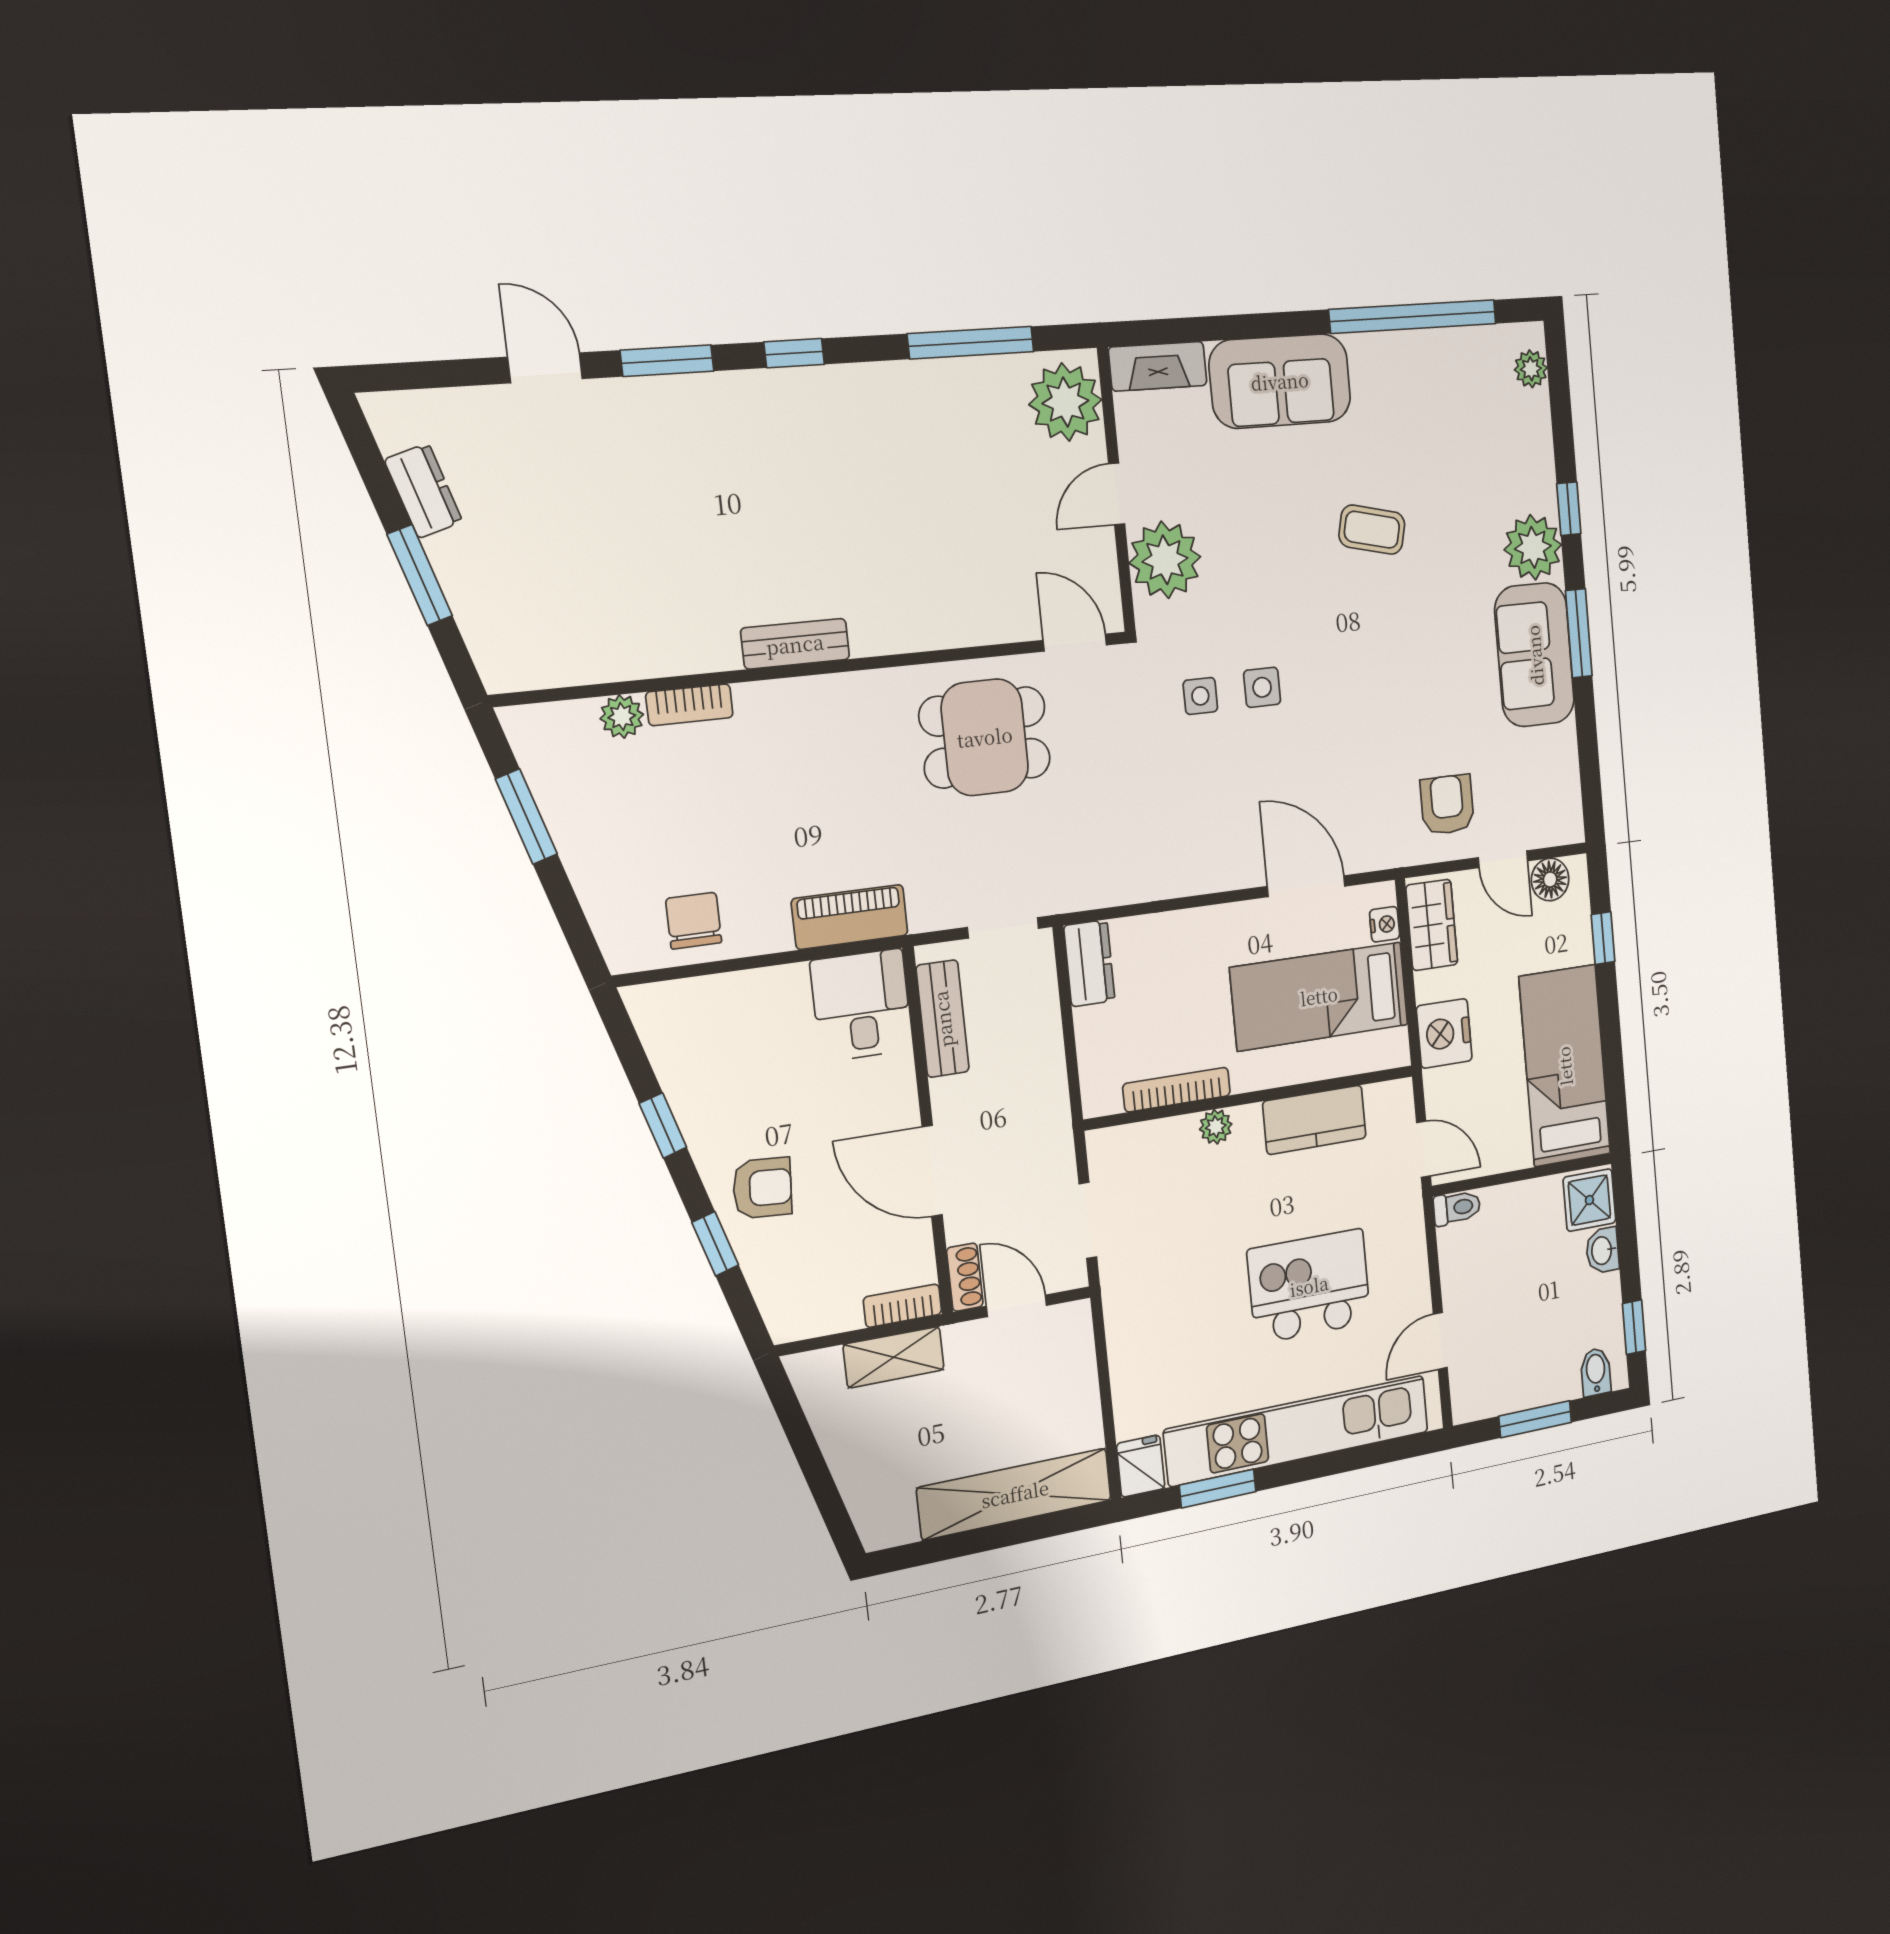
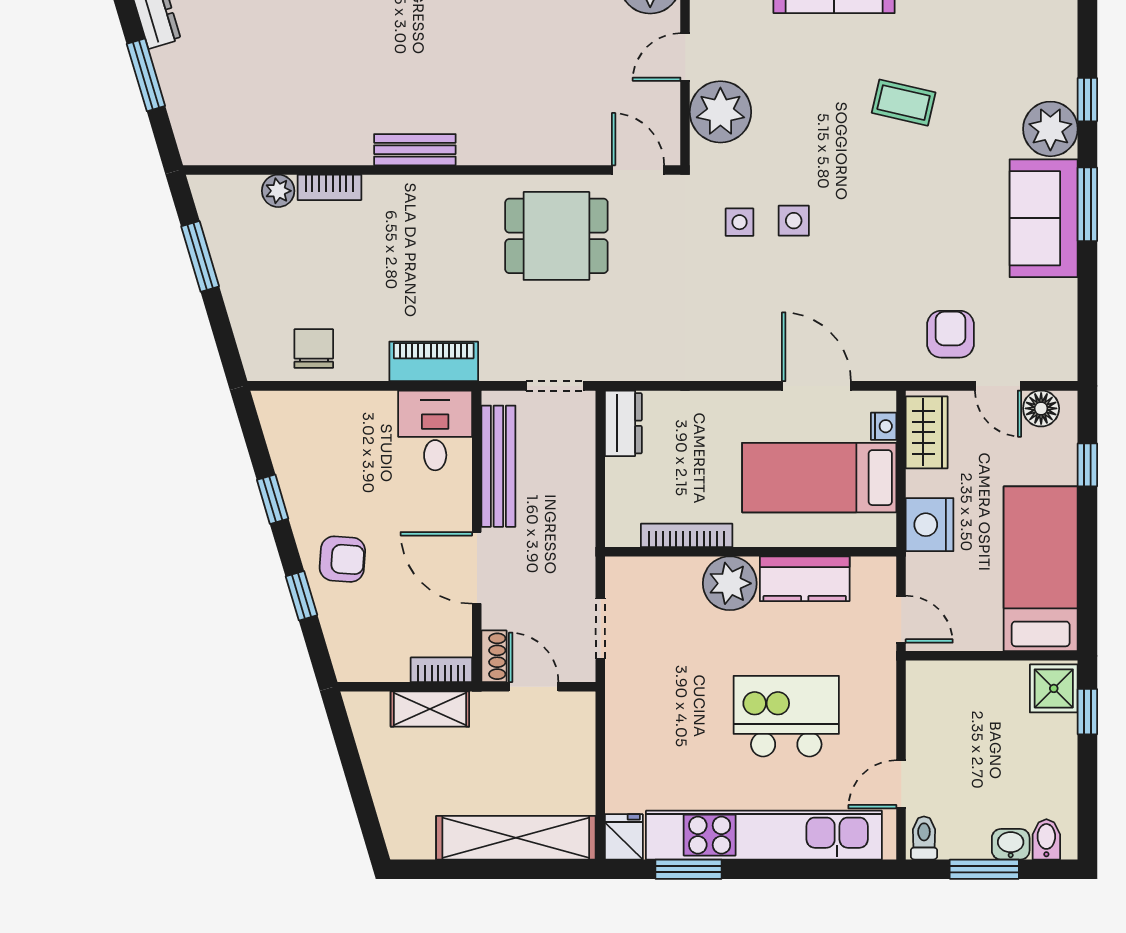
bench: (943, 1019) -> (498, 466), width x1.36
plant: (1216, 1127) -> (730, 583), width x1.87, depth x1.87
toilet: (1457, 1208) -> (924, 838), moved, turned -90
washbasin: (1602, 1250) -> (1011, 844), moved, turned 90
window: (1634, 1327) -> (1087, 712), moved

